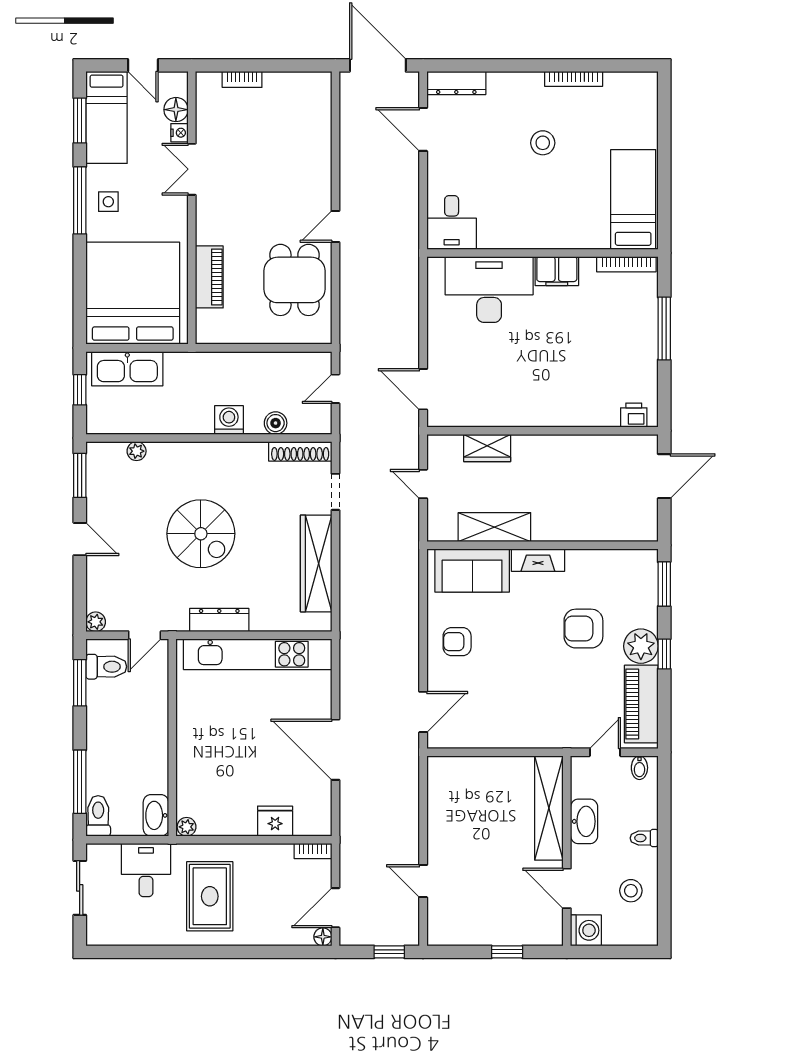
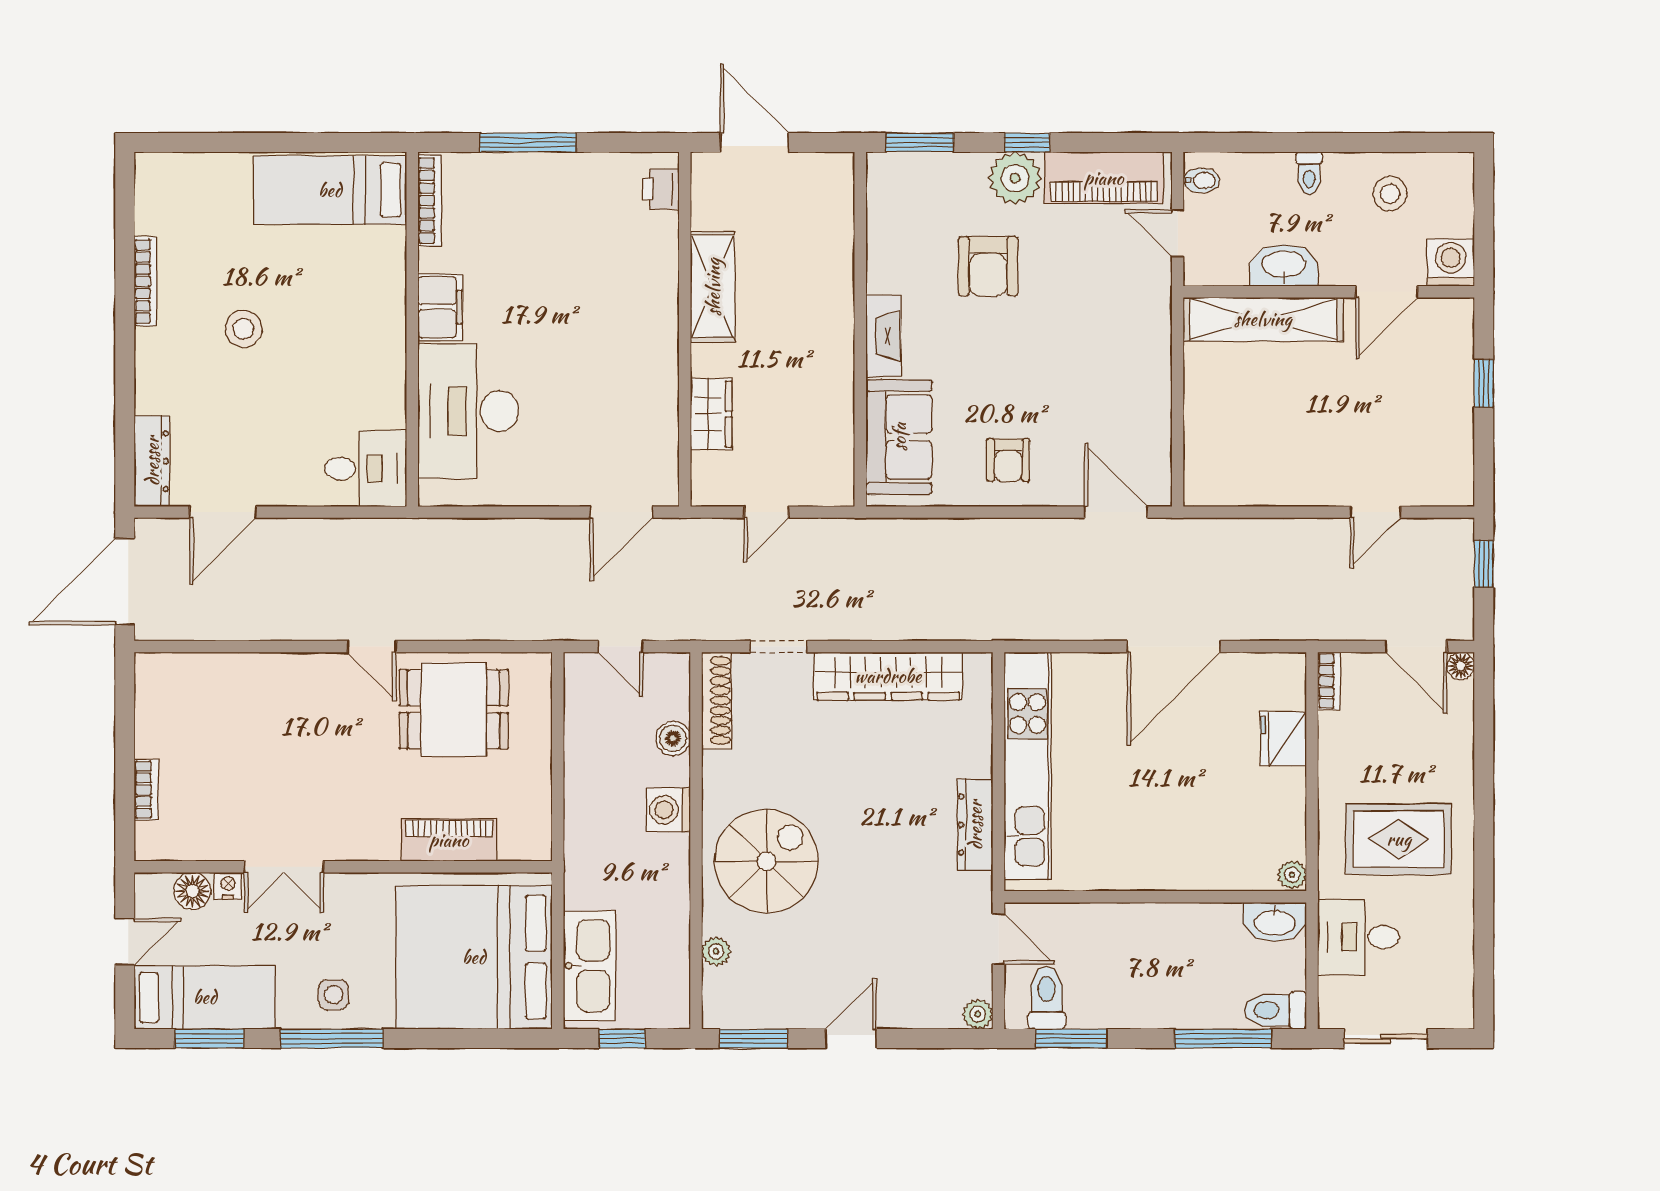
shelving: (494, 527) -> (713, 287), moved
spiral stairs: (201, 534) -> (766, 861), moved

